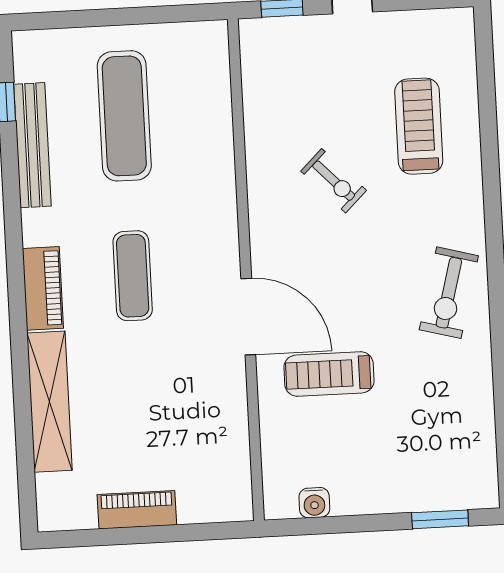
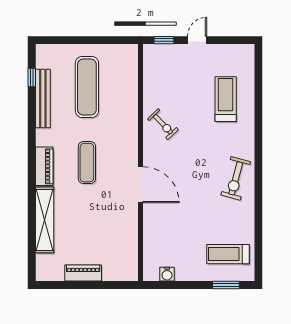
exercise bike: (334, 181) -> (163, 124), moved
treadmill: (329, 374) -> (228, 254), moved

